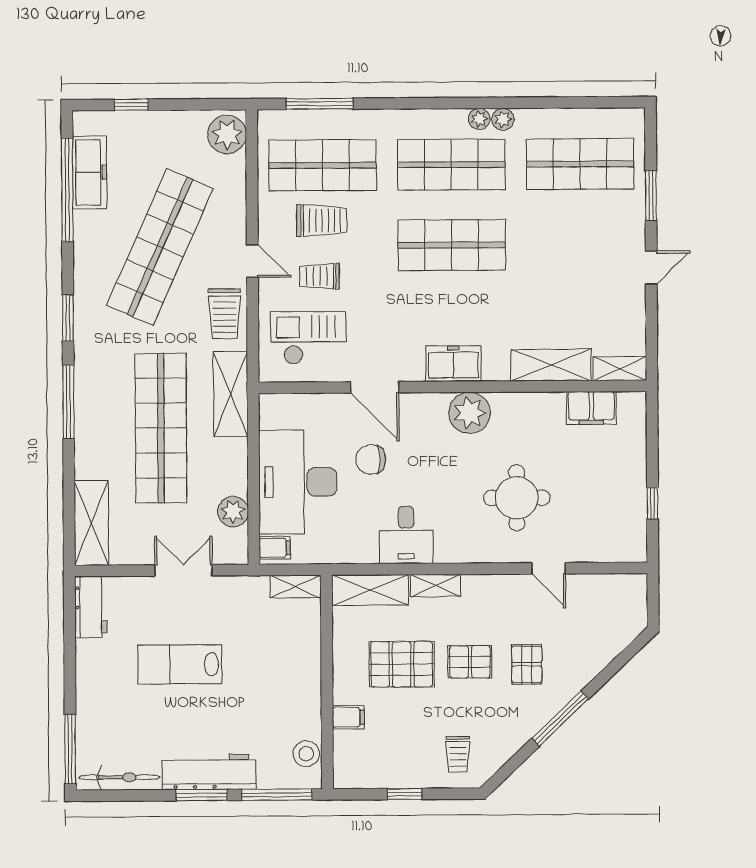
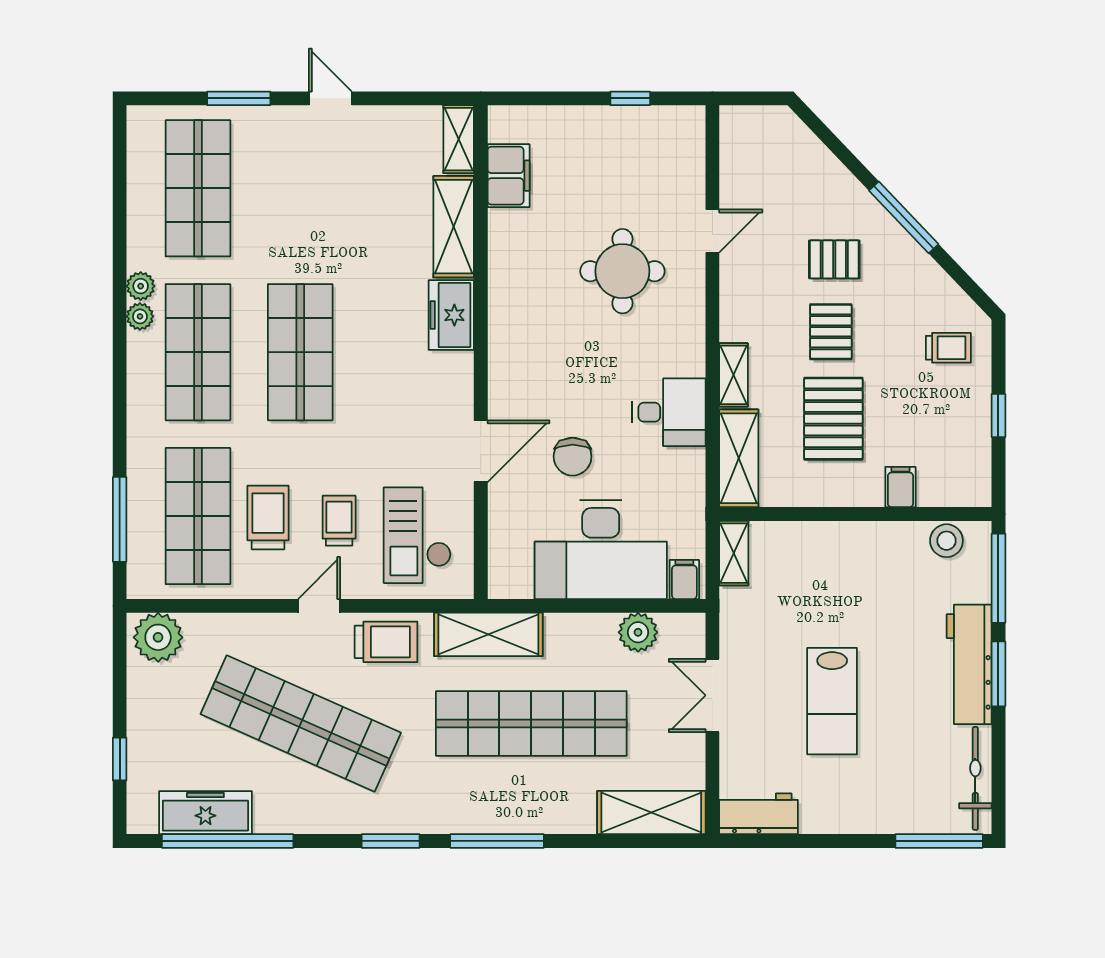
trolley: (319, 276) -> (339, 521), turned 180
freezer: (453, 364) -> (451, 315), moved
plant: (470, 413) -> (514, 331), removed

